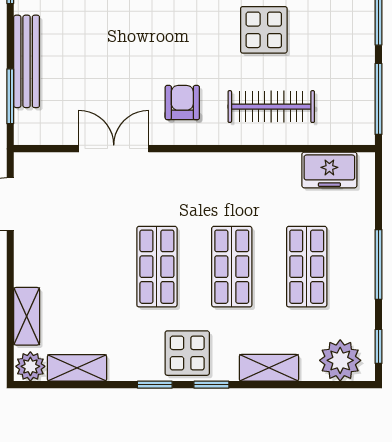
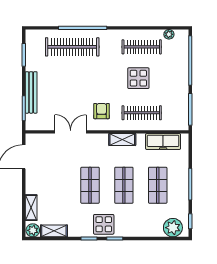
freezer: (329, 170) -> (163, 142), width x1.40
shelving: (269, 368) -> (122, 139), moved

